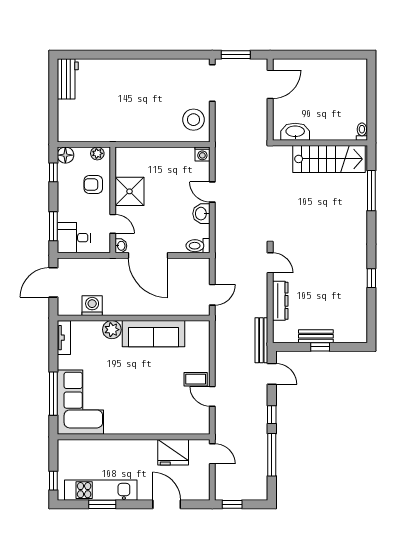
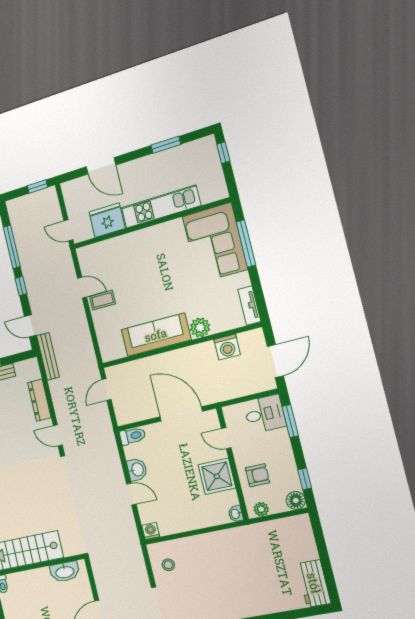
stool: (194, 120) -> (168, 565), width x0.53, depth x0.53
washbasin: (121, 246) -> (236, 514), moved
kitchen unit: (101, 490) -> (161, 207), moved, turned 180

